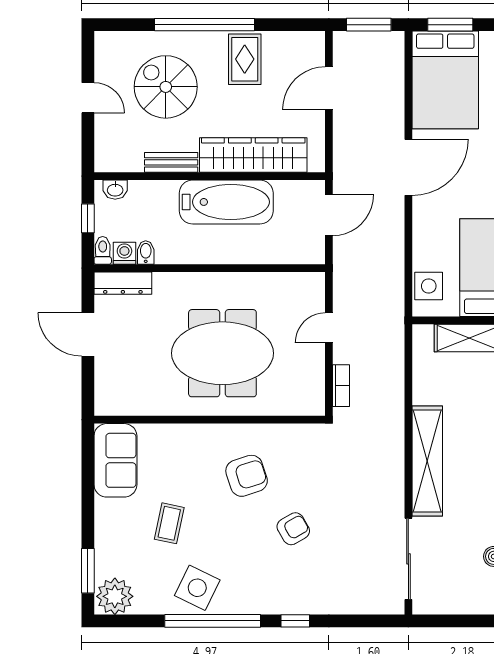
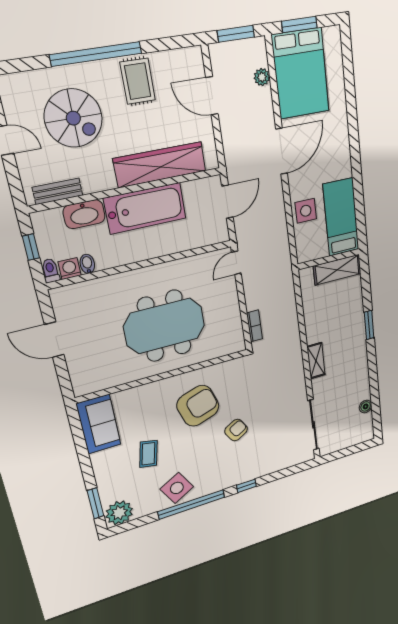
plant: (394, 77) -> (262, 77), added
spiral stairs: (166, 87) -> (73, 118), turned 180
door: (329, 88) -> (212, 96), hinge flipped
bench: (171, 162) -> (58, 191), moved
washbasin: (115, 190) -> (84, 214), moved, width x1.91, depth x1.45
dresser: (123, 283) -> (74, 293), removed
side table: (429, 286) -> (306, 211), moved
door: (329, 328) -> (236, 263), moved
shelving: (427, 461) -> (316, 361), width x0.45, depth x0.75
armchair: (247, 476) -> (198, 406), width x1.36, depth x1.36
side table: (197, 588) -> (177, 488), turned 35

